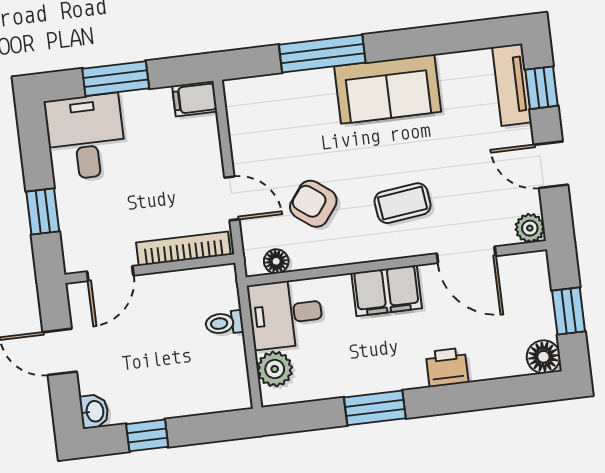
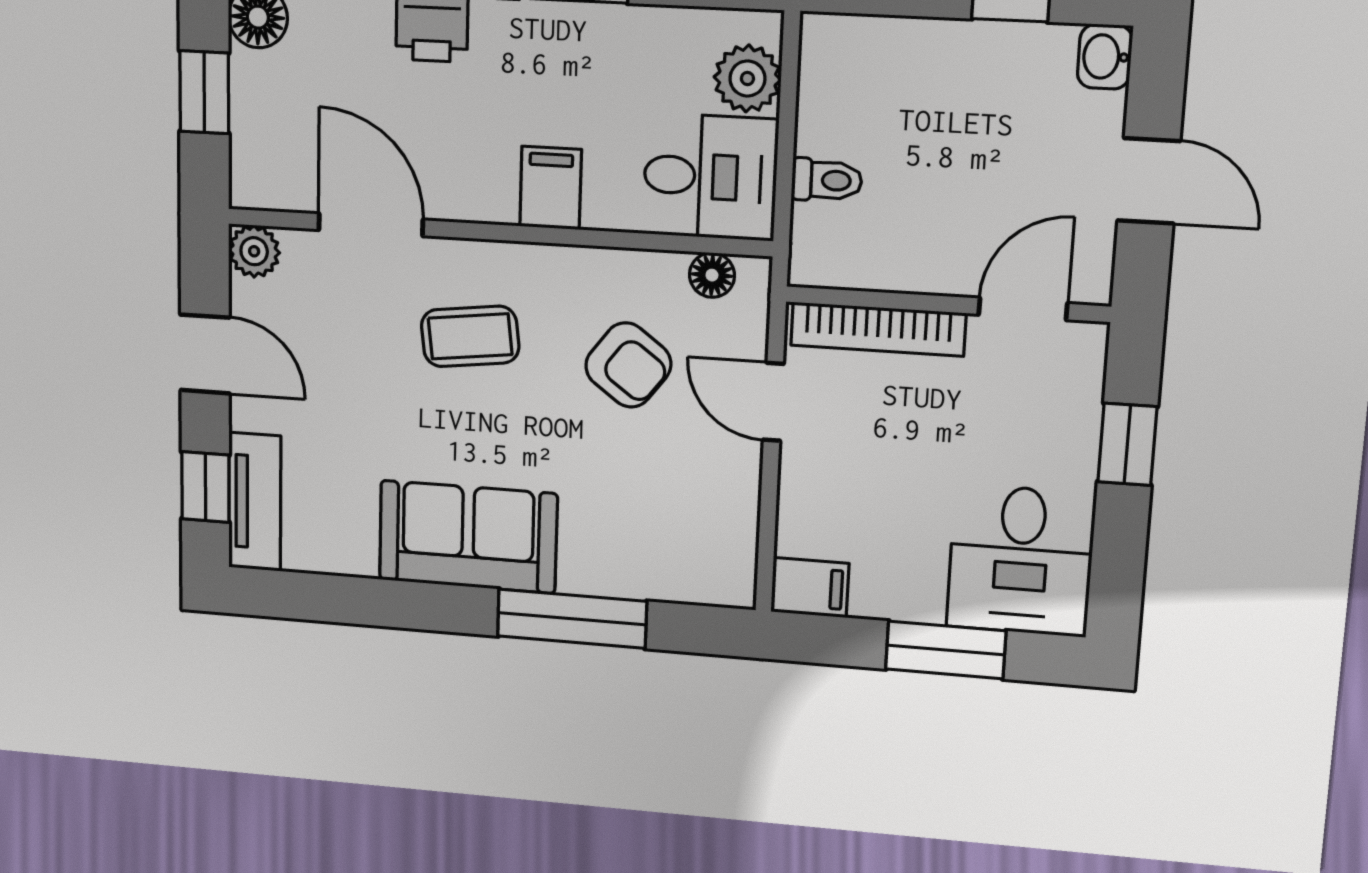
filing cabinet: (387, 291) -> (551, 188), width x0.50

